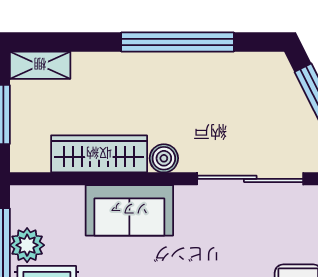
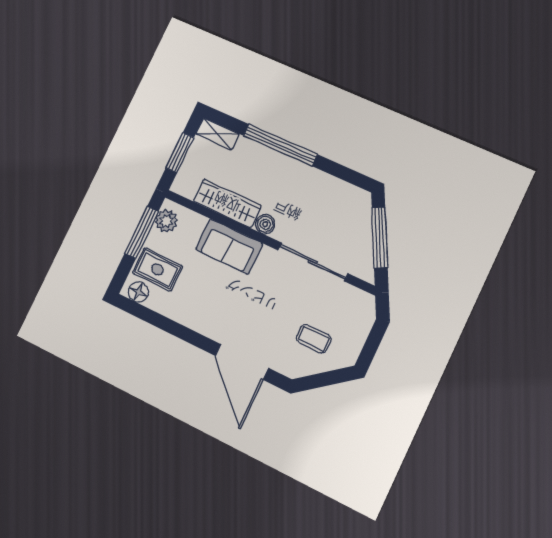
window: (178, 42) -> (280, 145), moved
plant: (27, 245) -> (166, 221), moved

